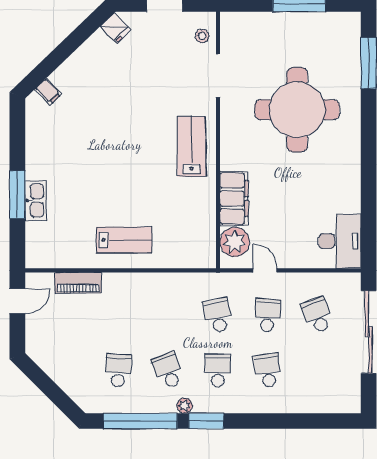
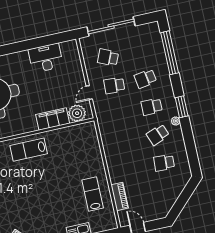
lab bench: (124, 240) -> (93, 194), moved
desk: (340, 241) -> (46, 58), moved
school desk: (218, 315) -> (120, 114), removed
school desk: (317, 315) -> (108, 57), turned 45
window: (140, 421) -> (170, 53), moved

